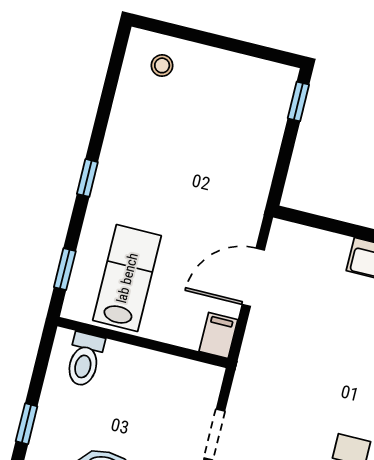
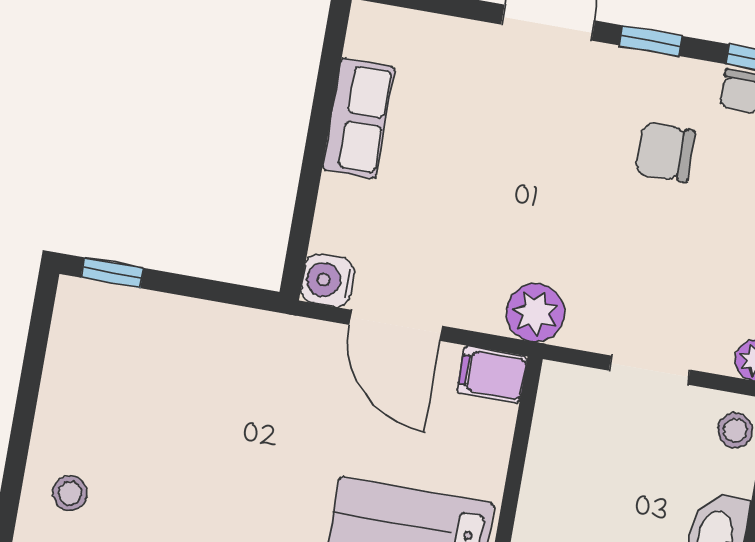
water cooler: (285, 236) -> (328, 280), added
plant: (255, 365) -> (535, 313), added

